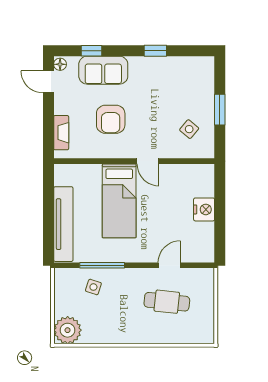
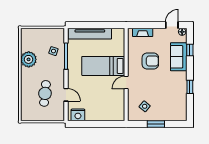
armchair: (111, 119) -> (150, 61), turned 180
nightstand: (204, 209) -> (78, 115), moved
plant: (68, 330) -> (29, 59), moved

